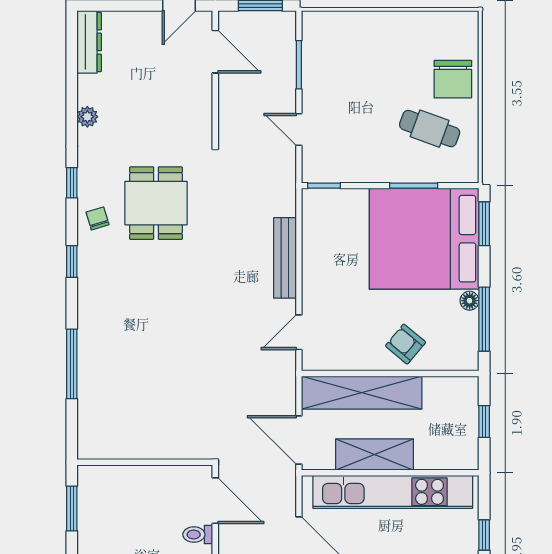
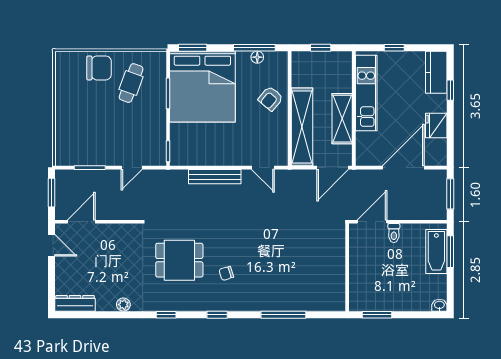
chair: (98, 218) -> (226, 273), moved
floor lamp: (470, 301) -> (257, 57), moved
kitchen unit: (393, 492) -> (366, 93), width x0.73

